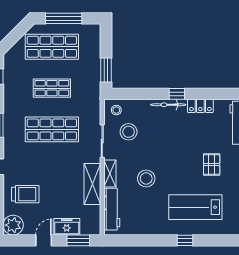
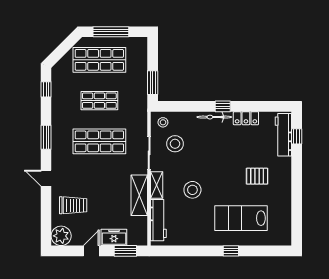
pallet: (212, 165) -> (257, 176), turned 90

